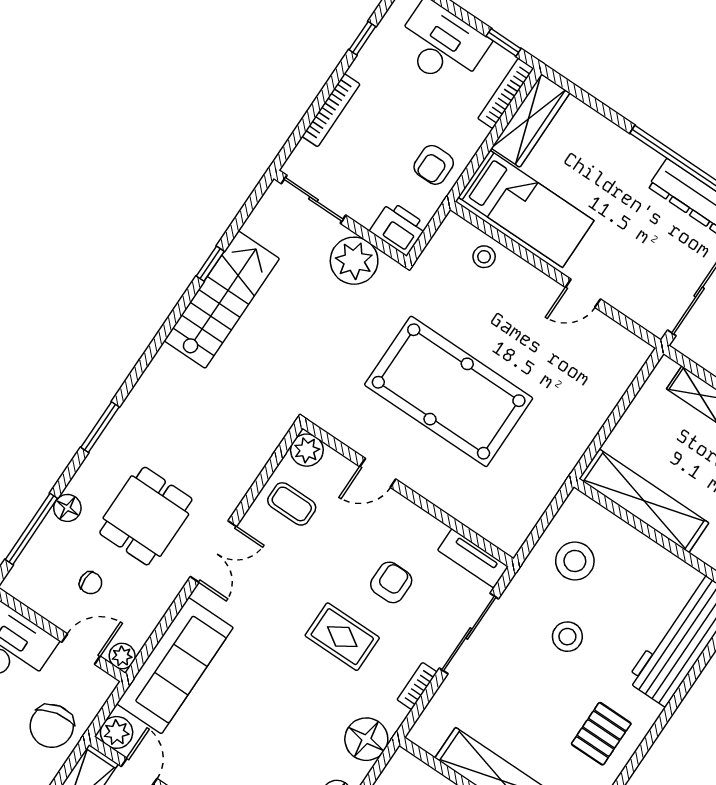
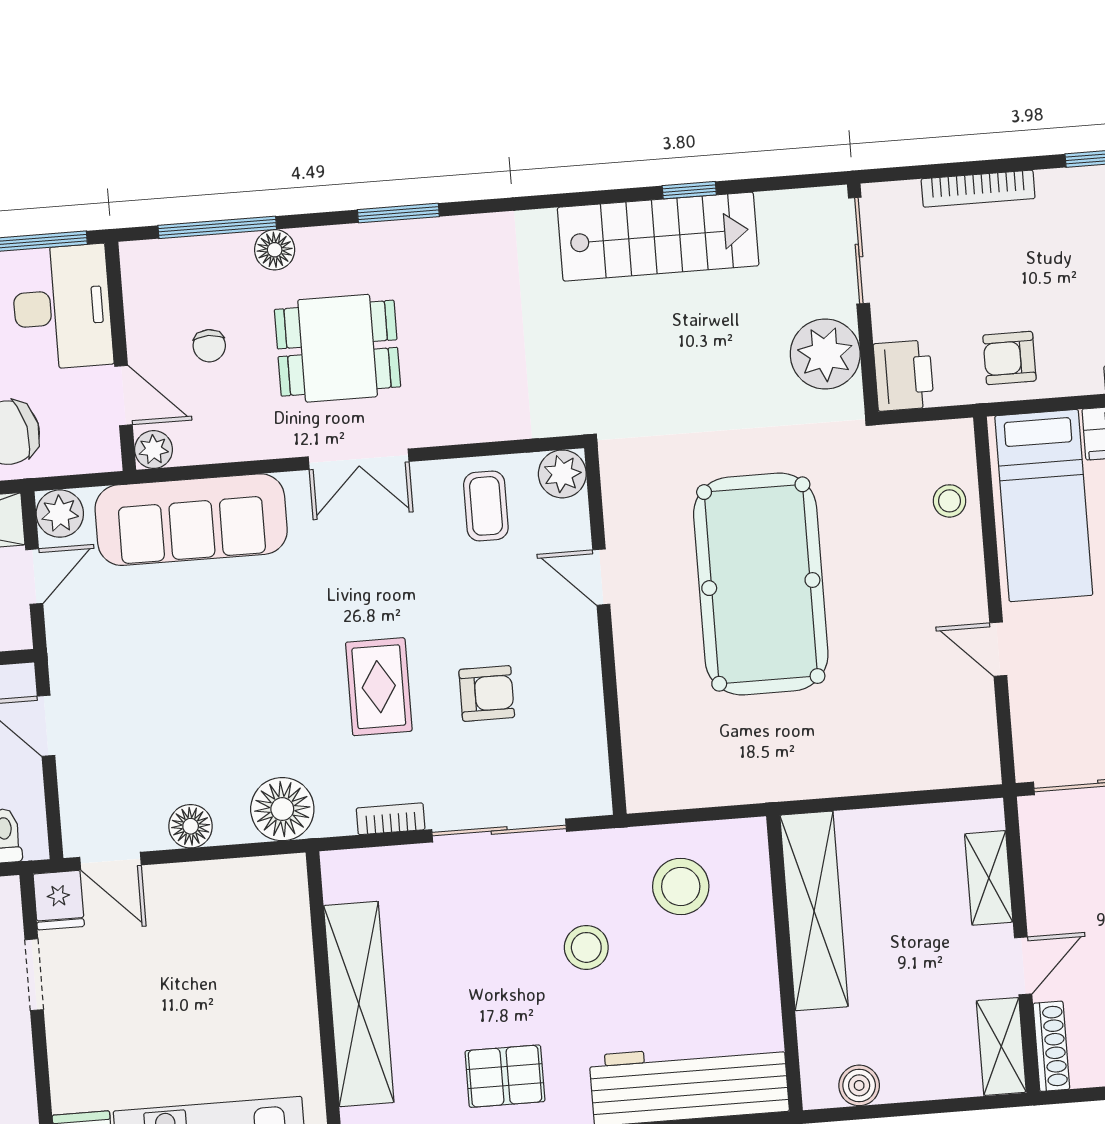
tv unit: (473, 558) -> (590, 766), removed

